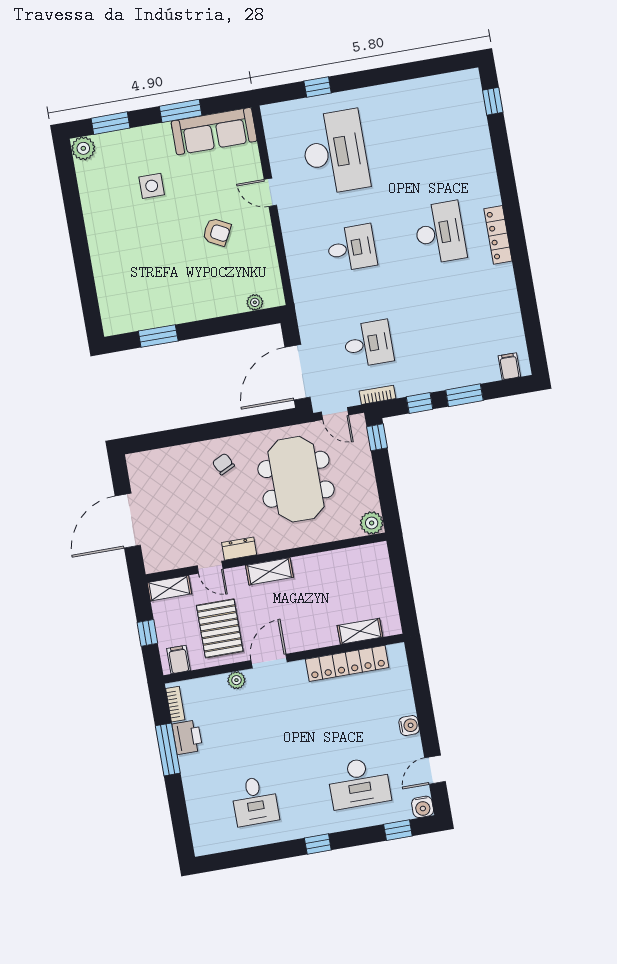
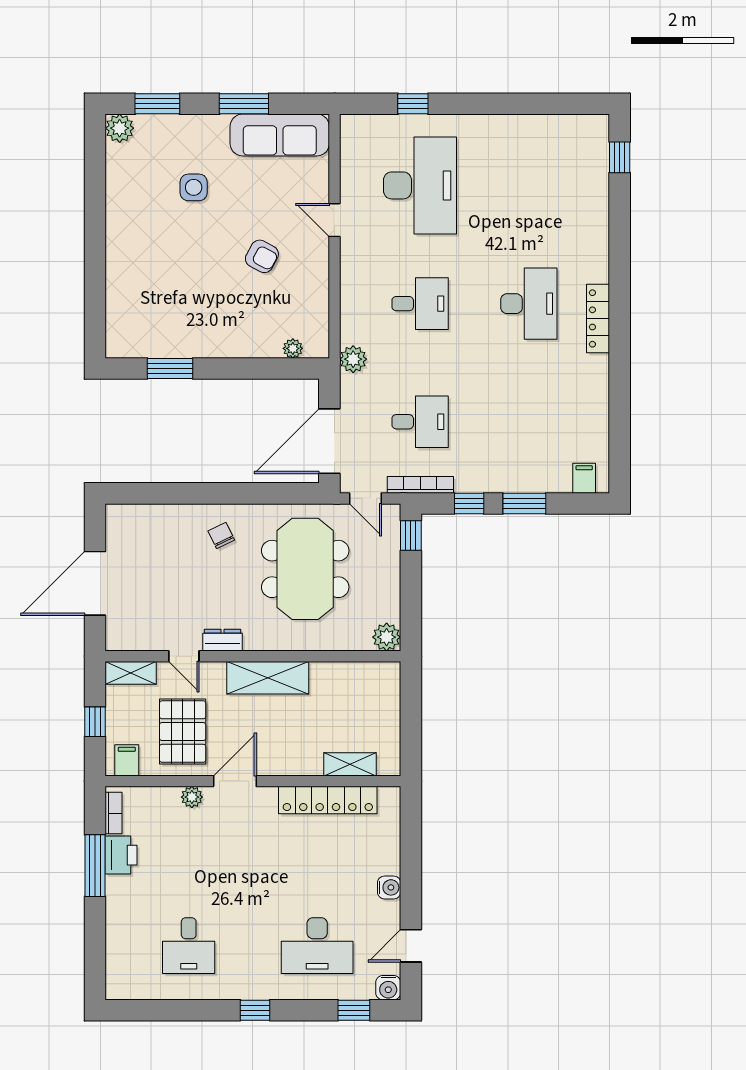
plant: (305, 302) -> (353, 359), added
bookcase: (377, 395) -> (420, 485), width x1.56
shelving: (269, 571) -> (268, 678), width x1.50, depth x1.33

